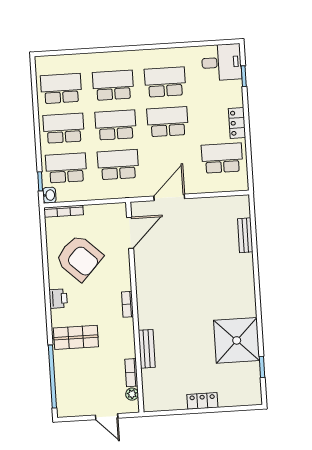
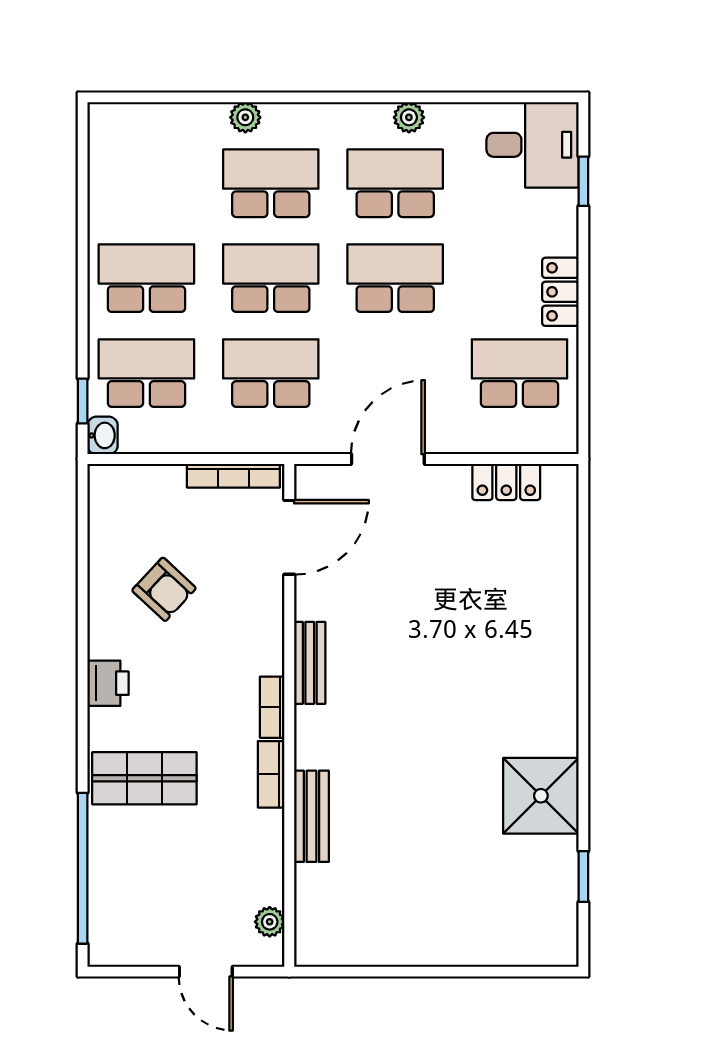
plant: (169, 54) -> (409, 117), added
plant: (101, 58) -> (245, 117), added
school desk: (61, 89) -> (146, 183), removed
bookcase: (64, 211) -> (233, 476), moved
bench: (245, 235) -> (310, 663), moved
armchair: (79, 258) -> (164, 589), width x0.53, depth x0.53
shower: (237, 340) -> (541, 796), width x0.73, depth x0.73
bookcase: (131, 373) -> (271, 774), moved
locker: (202, 401) -> (506, 482), moved, turned 180

